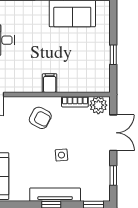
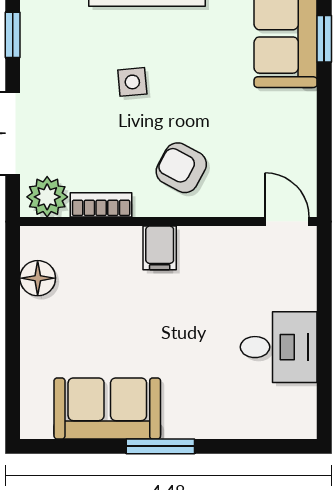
window: (113, 55) -> (13, 314), removed
floor lamp: (102, 70) -> (38, 278), added

